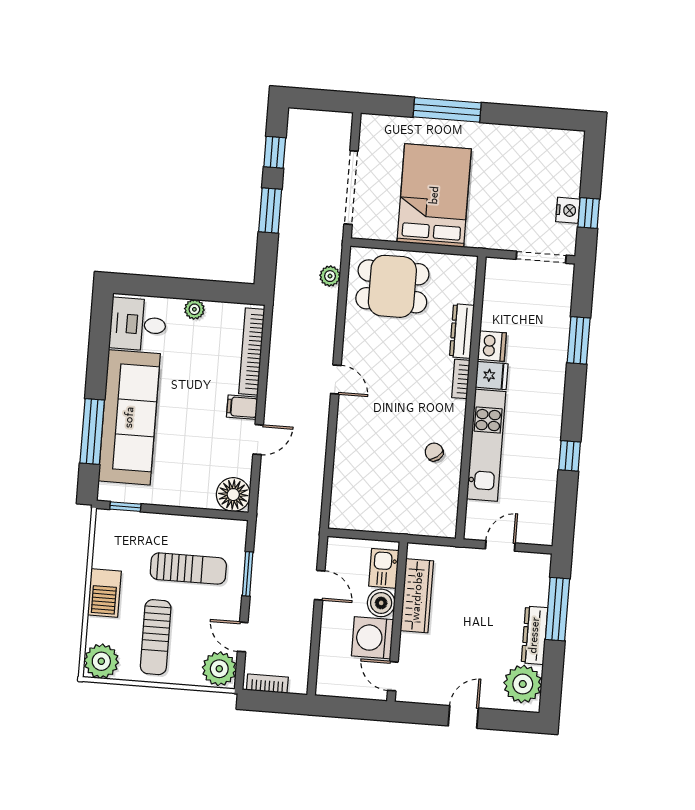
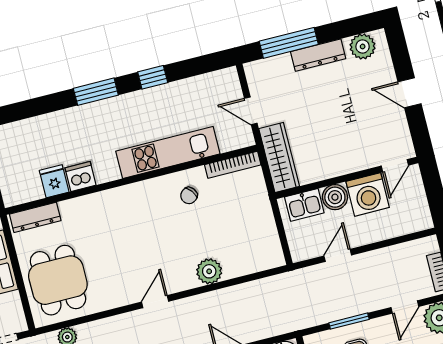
dresser: (462, 331) -> (35, 217), moved
window: (579, 340) -> (96, 92), moved
fridge: (492, 376) -> (54, 181), moved
bookcase: (461, 379) -> (233, 165), moved, width x1.56
plant: (348, 446) -> (209, 271), added
wardrobe: (417, 596) -> (279, 157), moved, turned 90
plant: (523, 684) -> (363, 46), width x0.73, depth x0.73

